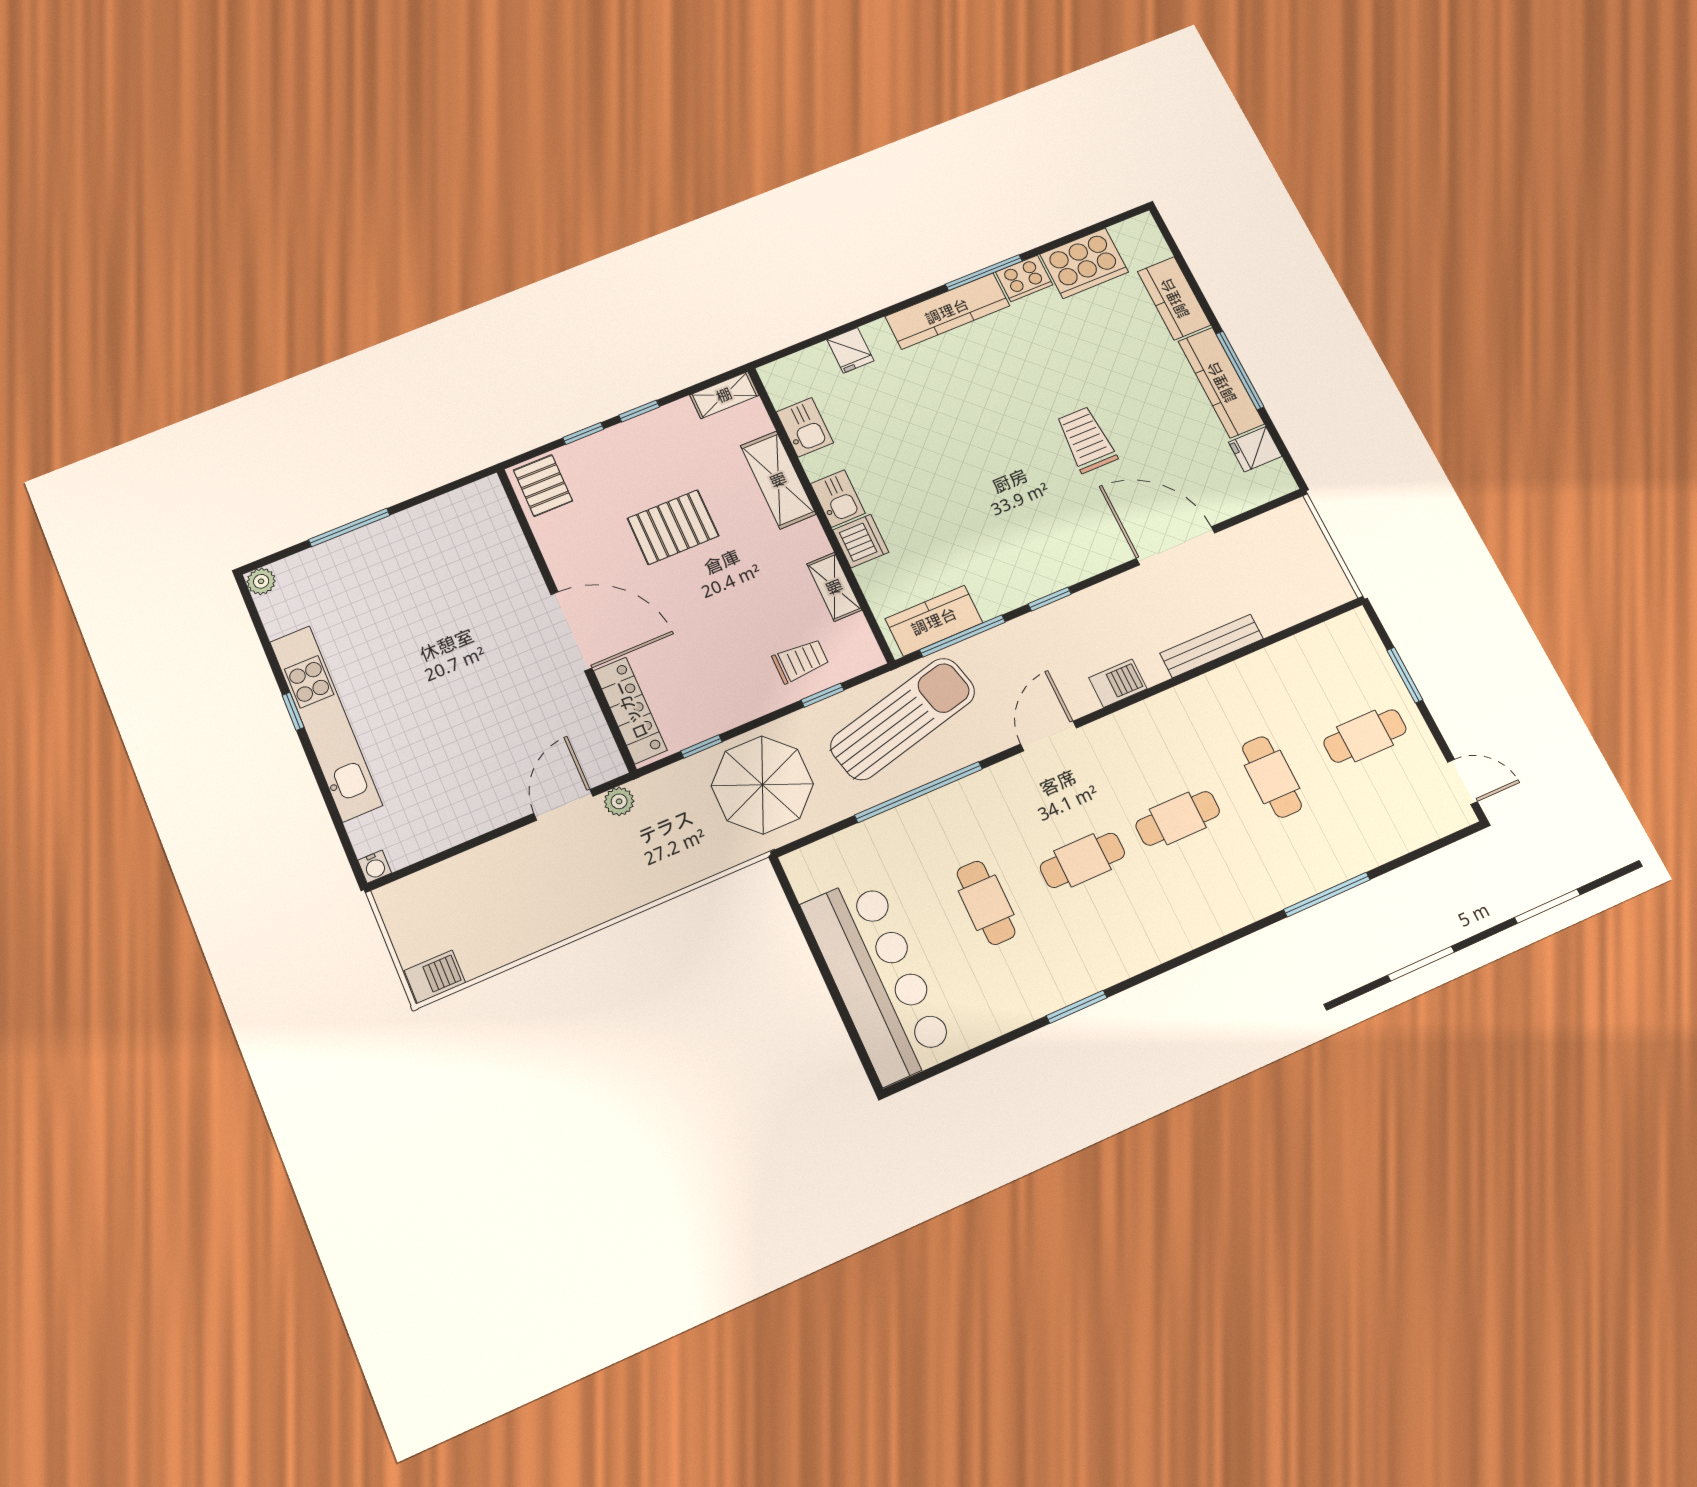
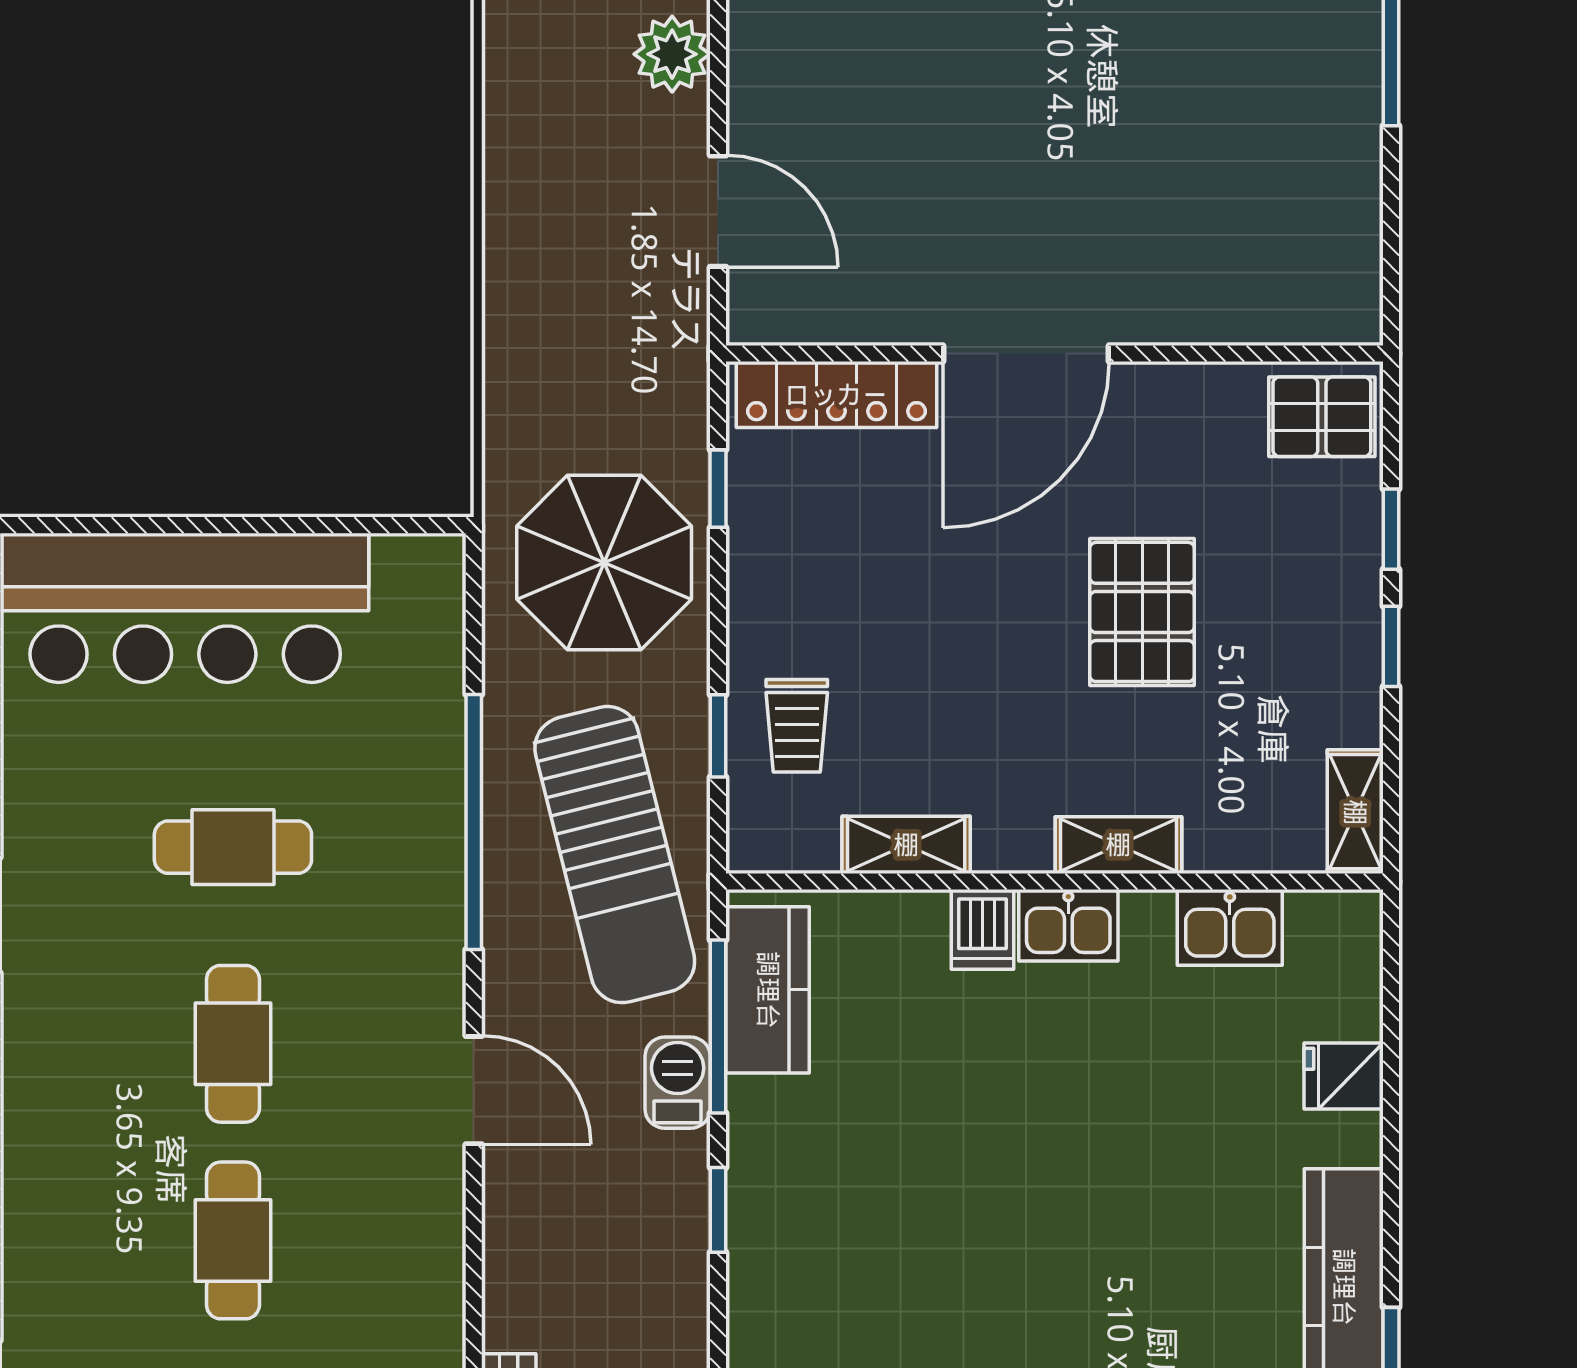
shelving: (778, 480) -> (1118, 845), width x0.67, depth x0.75
dishwasher: (861, 541) -> (982, 929), width x0.73
barbecue: (1118, 683) -> (678, 1083), moved, turned 180
plant: (619, 801) -> (672, 54), moved, width x1.38, depth x1.38

